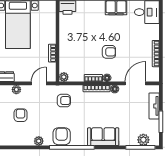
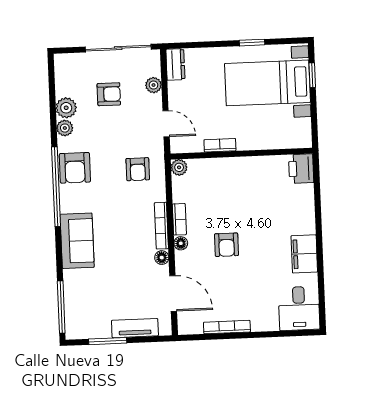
armchair: (62, 136) -> (75, 168), turned 90
plant: (143, 140) -> (66, 108), moved

